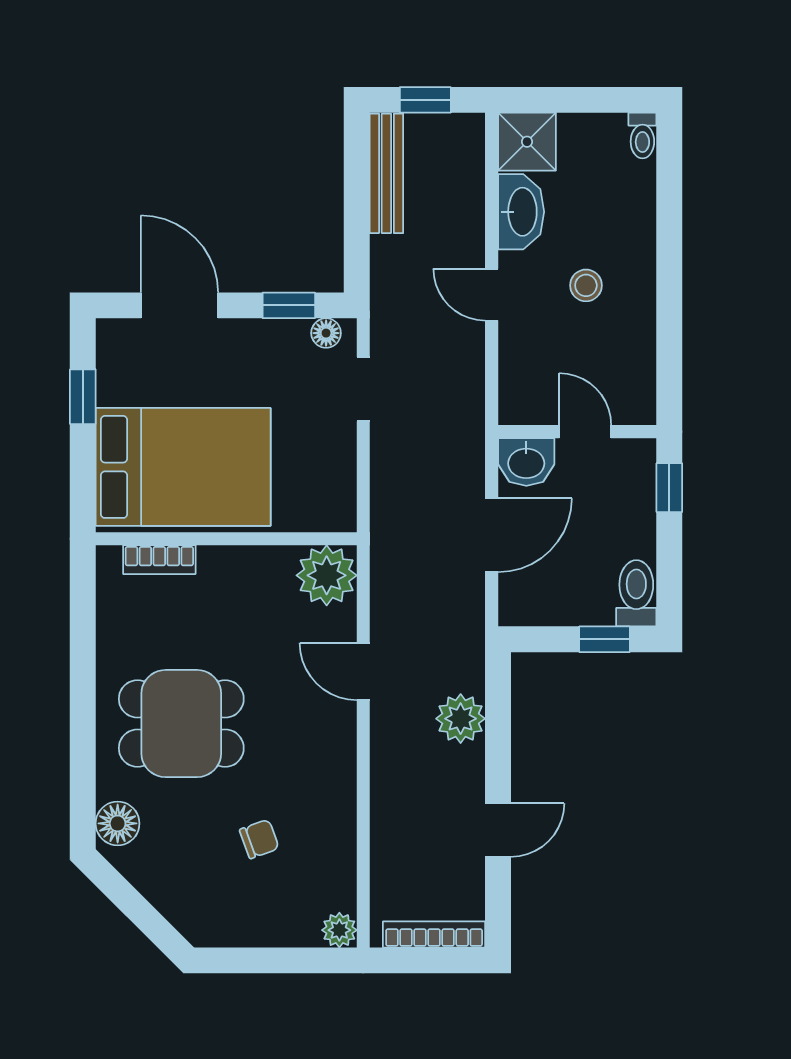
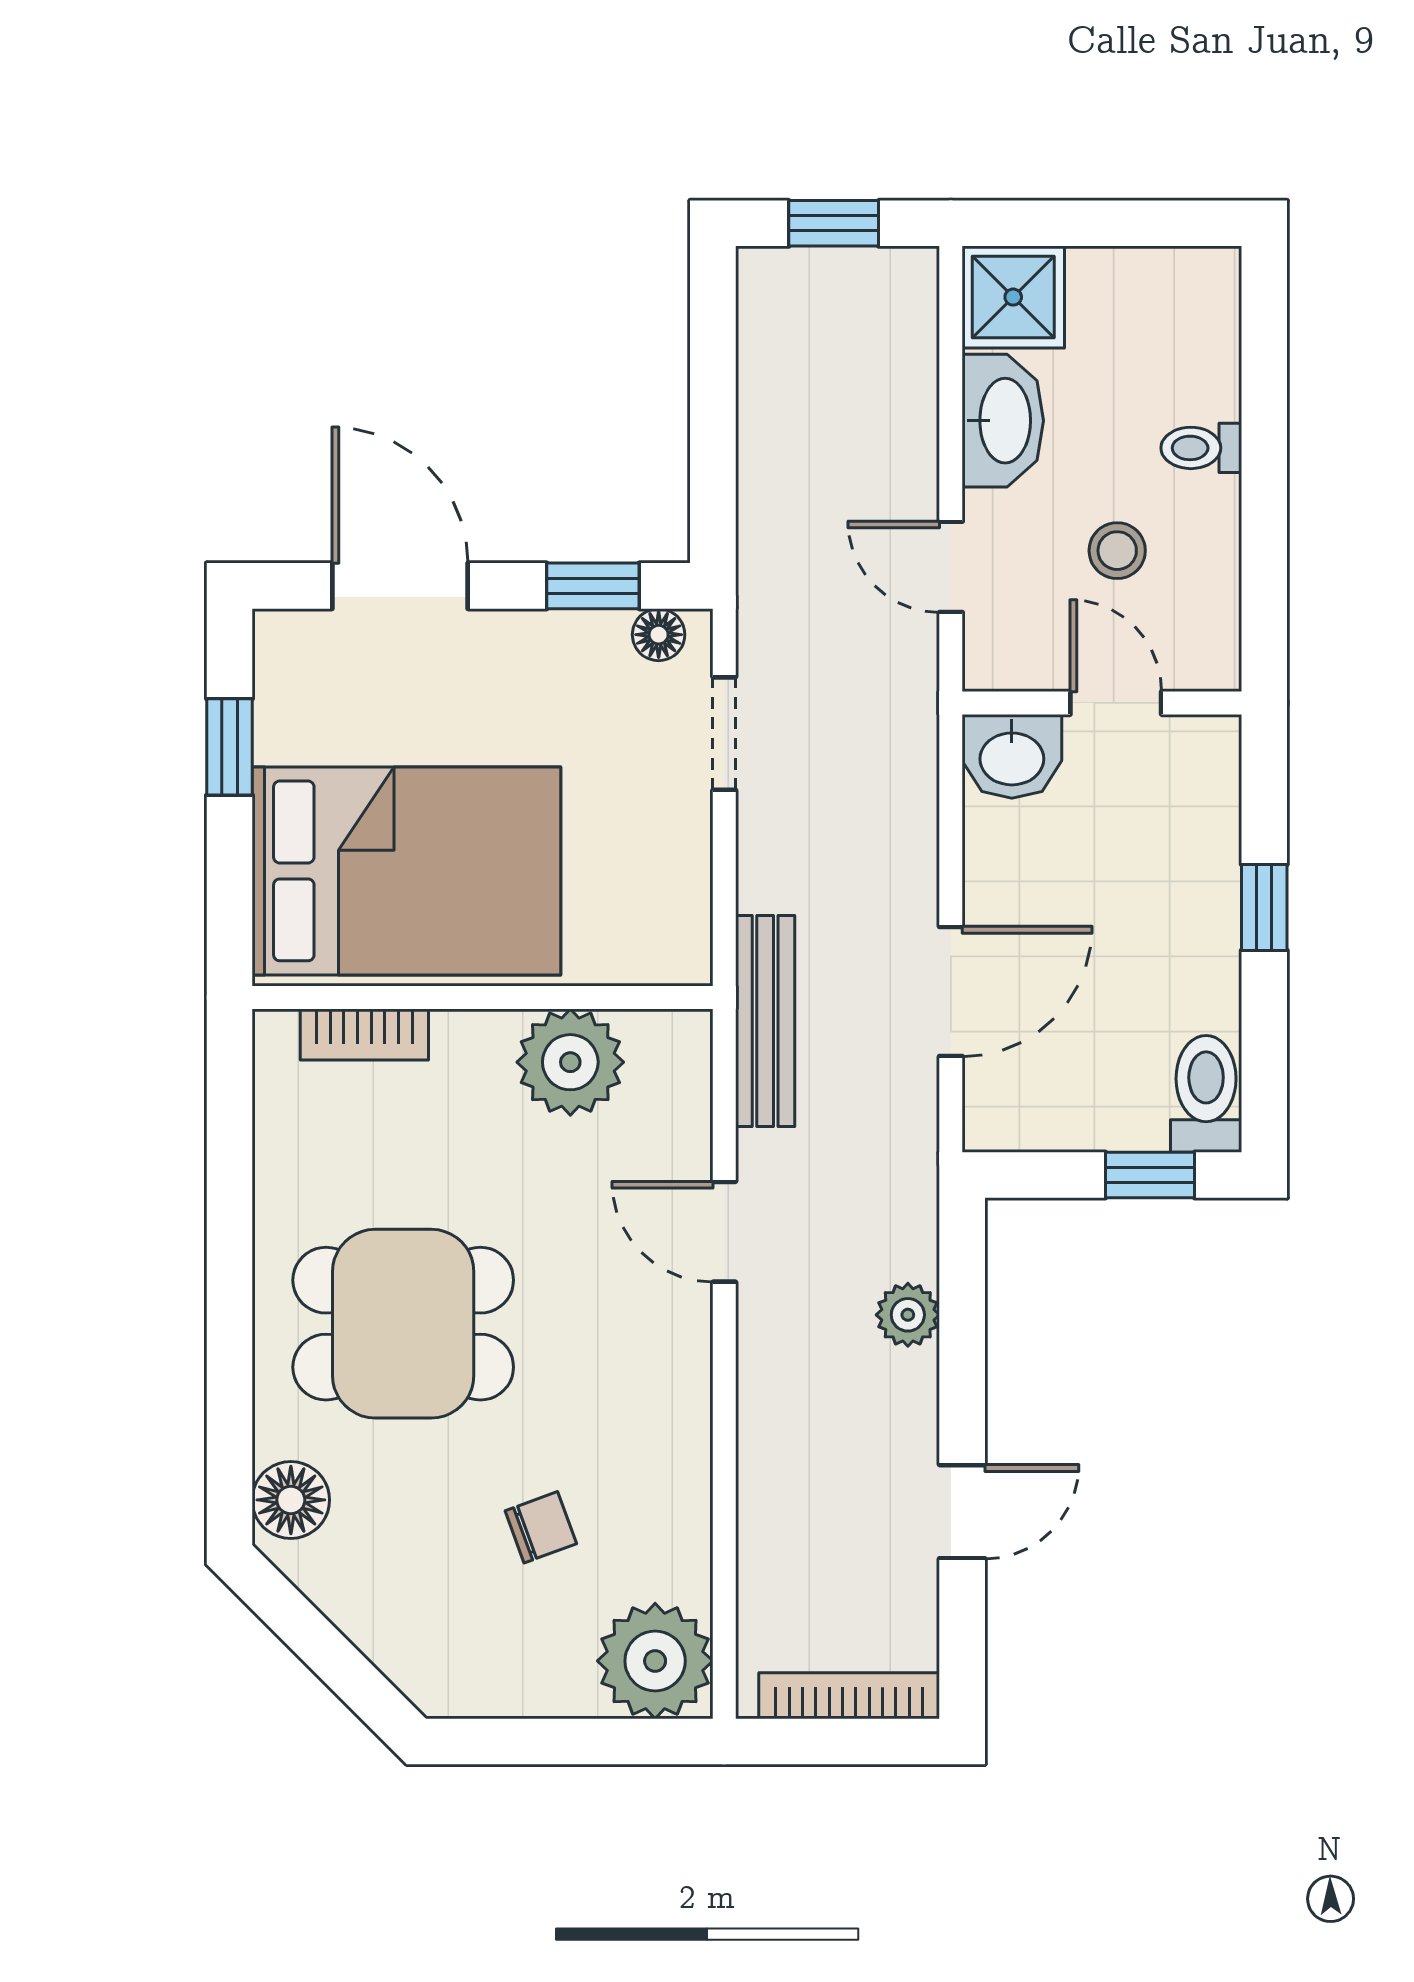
toilet: (642, 136) -> (1201, 448), moved, turned 90
bench: (386, 173) -> (765, 1021), moved
wall: (577, 432) -> (1102, 703), moved
door: (585, 432) -> (1116, 703), moved
washbasin: (526, 462) -> (1012, 756), moved
plant: (327, 575) -> (570, 1062), moved
plant: (461, 719) -> (908, 1315), width x0.73, depth x0.73
plant: (339, 930) -> (655, 1661), width x1.87, depth x1.87

